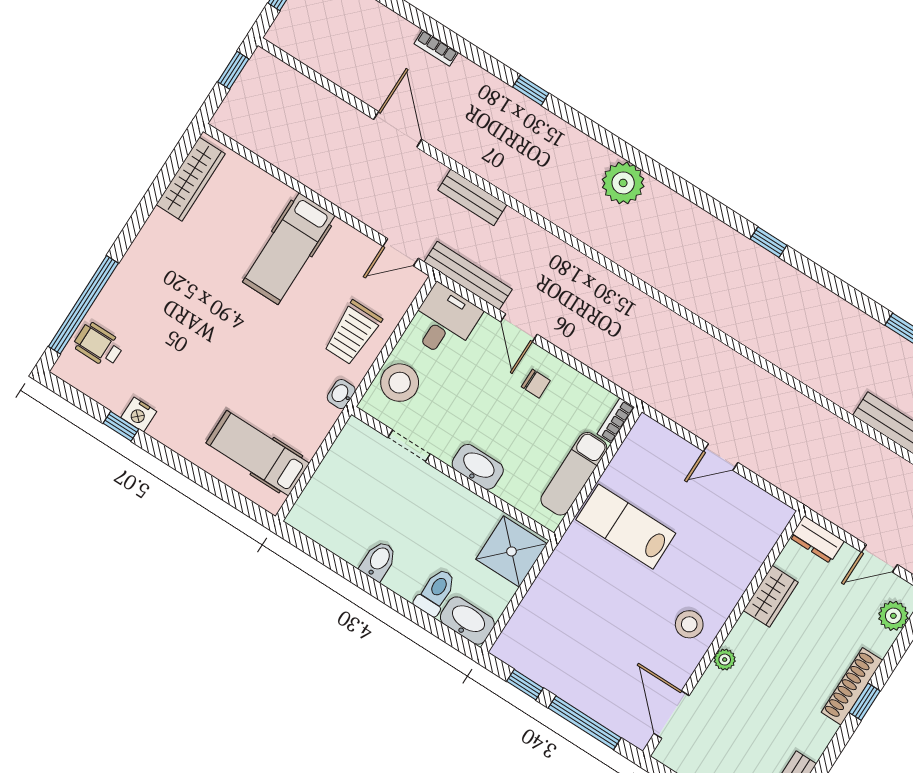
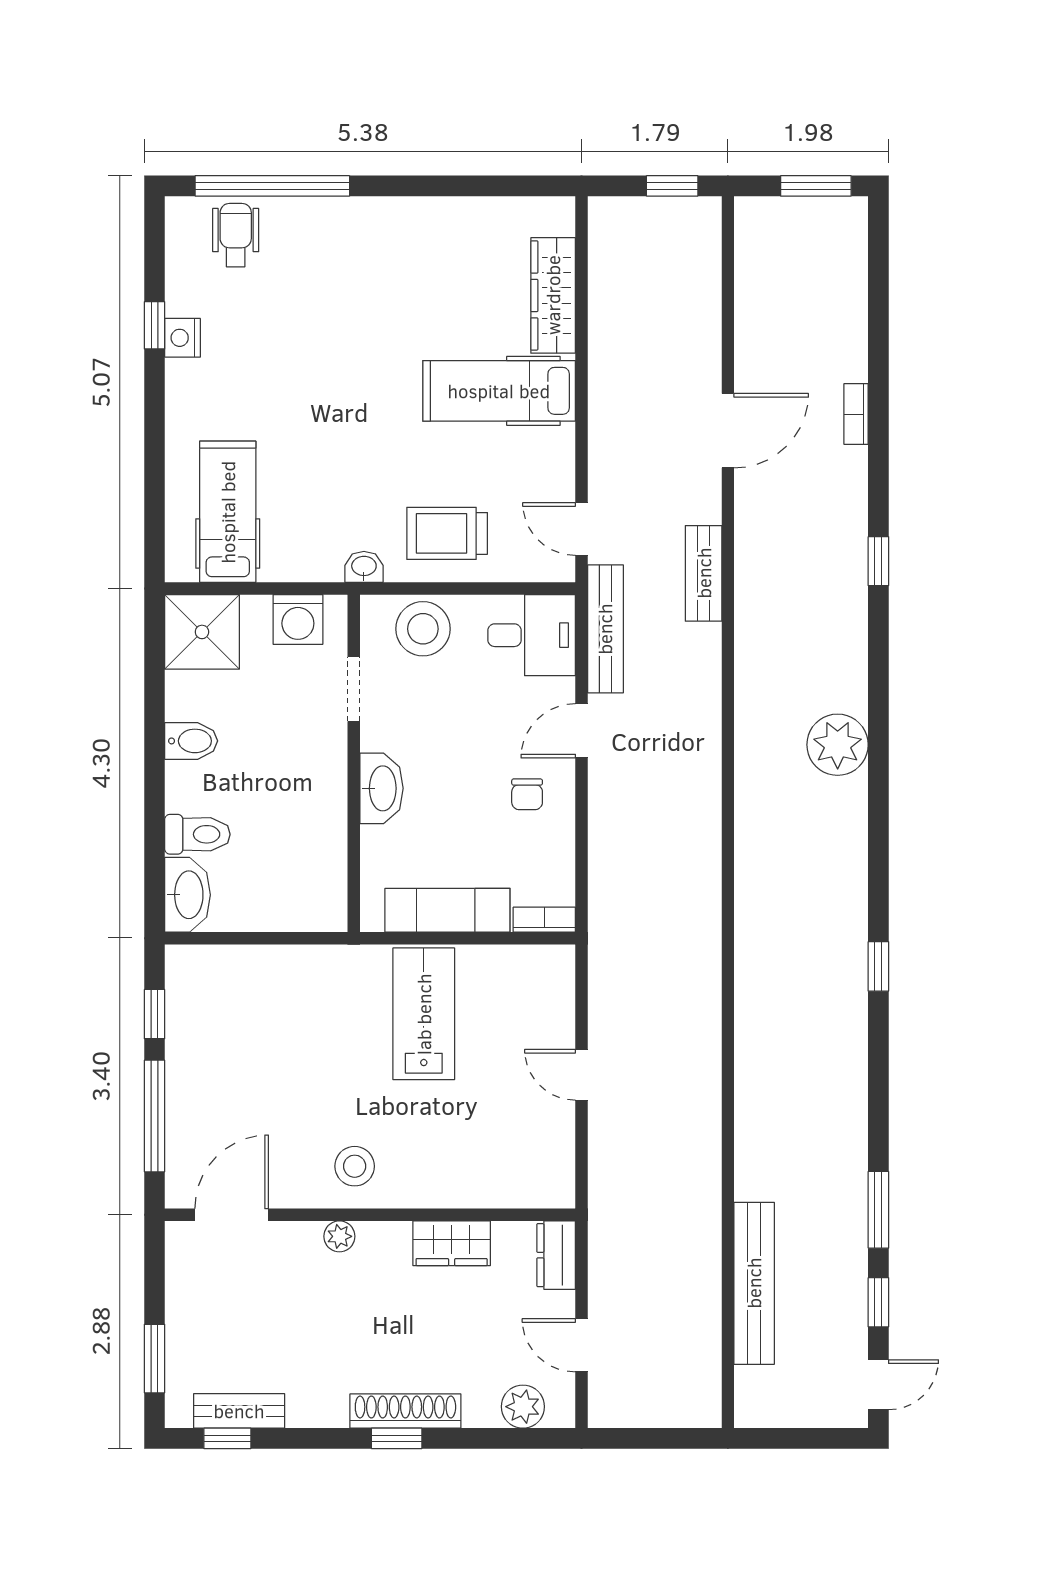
wardrobe: (191, 179) -> (553, 295), moved, turned 90
washing machine: (347, 452) -> (298, 619), added
shower: (511, 551) -> (202, 632), moved

